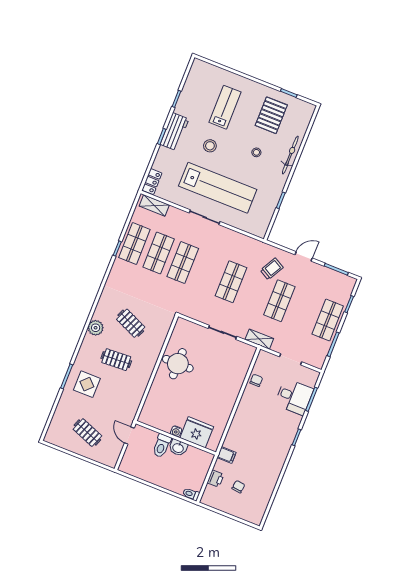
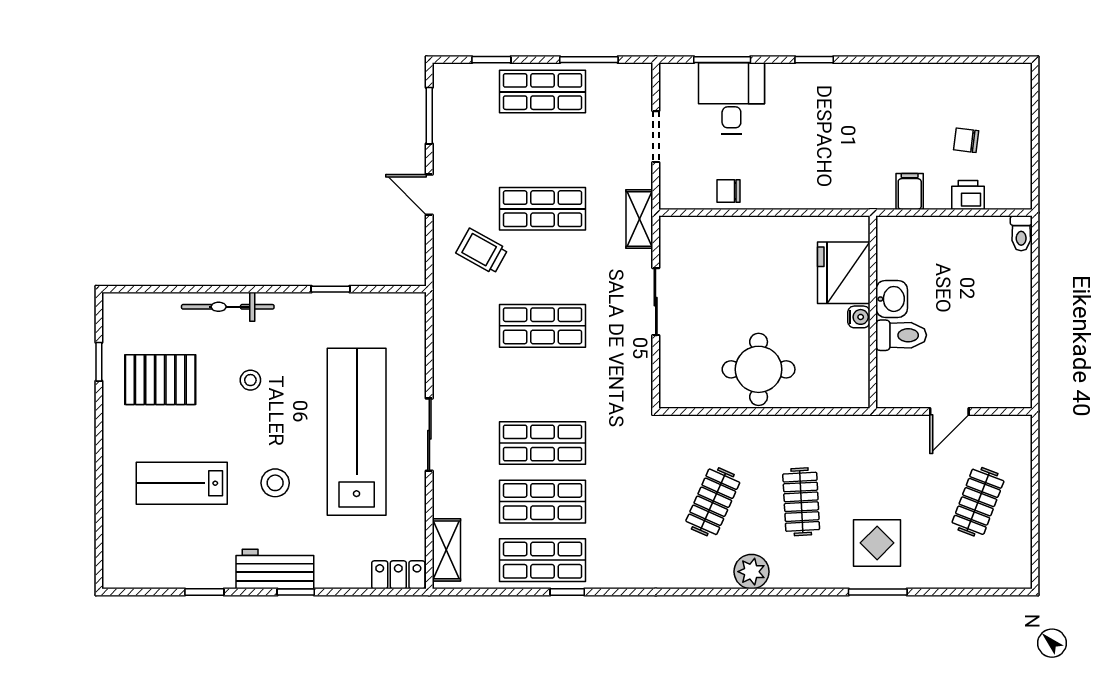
water cooler: (176, 431) -> (859, 317), moved
fridge: (197, 432) -> (844, 273), moved
wall: (176, 438) -> (873, 312), moved
toilet: (162, 446) -> (901, 335), moved
washbasin: (178, 448) -> (892, 299), moved

